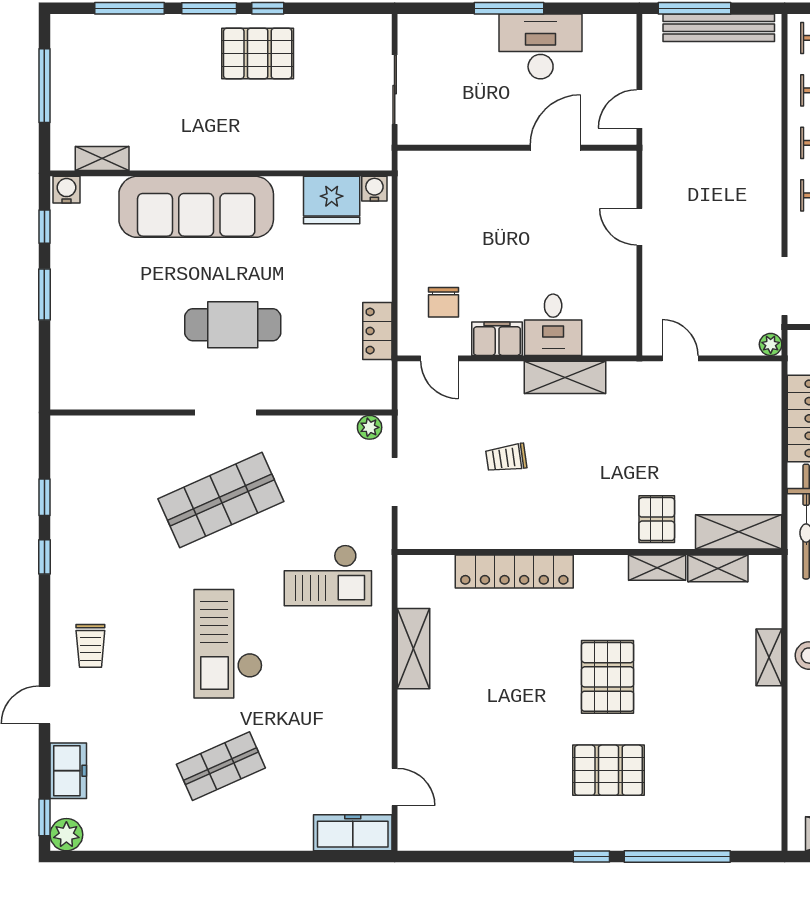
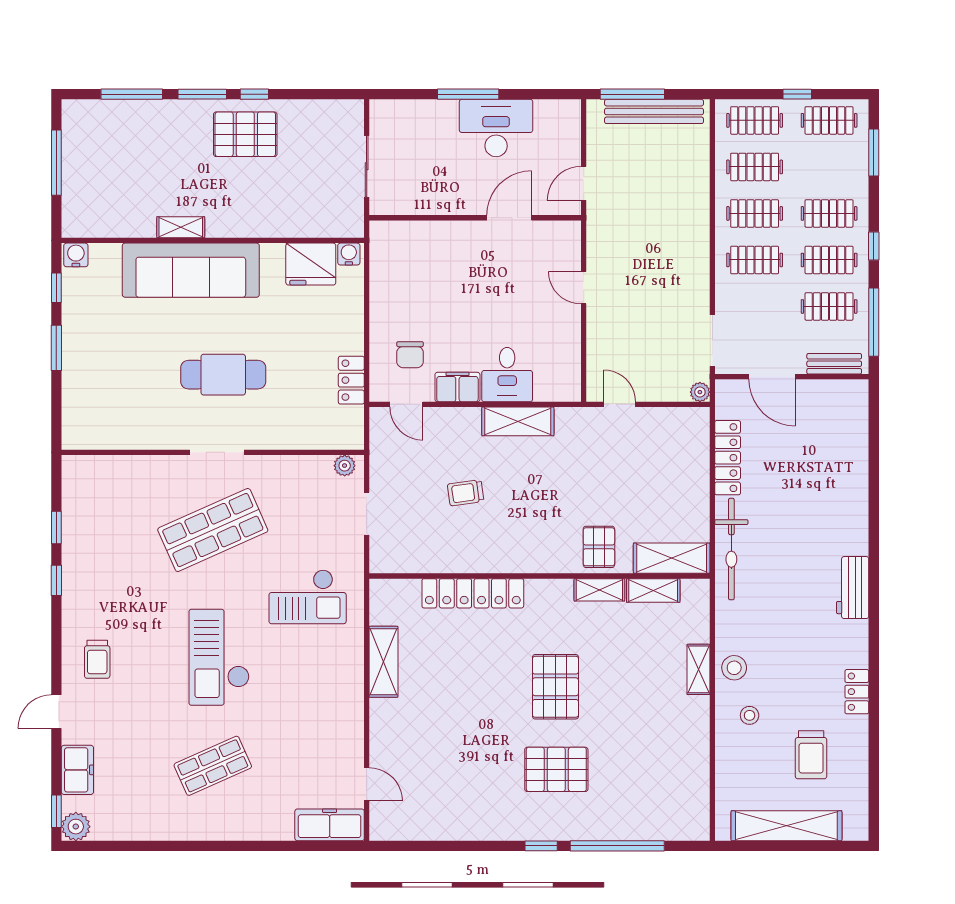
shelving: (102, 158) -> (181, 227), moved

